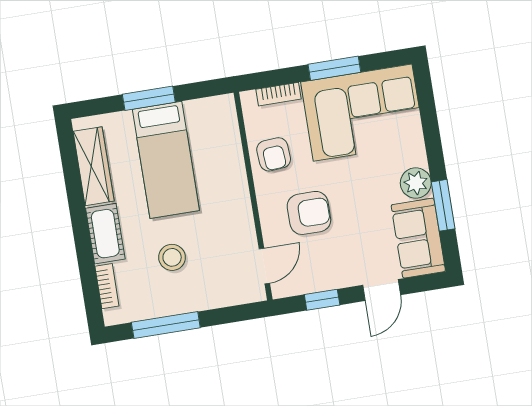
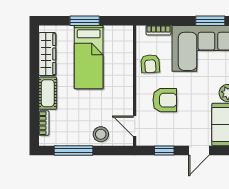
window: (334, 68) -> (210, 21), moved
stool: (172, 257) -> (101, 134), moved
door: (264, 266) -> (135, 126), swing flipped

